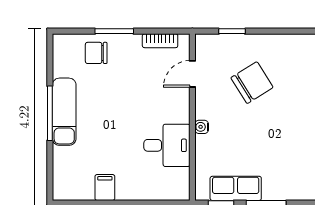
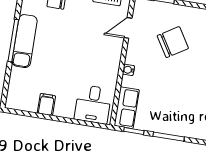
desk: (167, 145) -> (93, 104), moved, turned 90
row of seats: (236, 188) -> (127, 108), moved, turned 90

